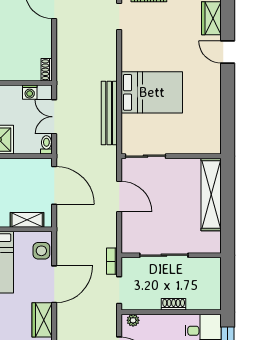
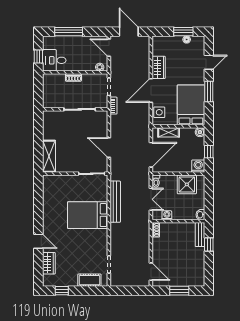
door: (54, 185) -> (151, 155), swing flipped
shelving: (211, 195) -> (49, 156), width x0.68

